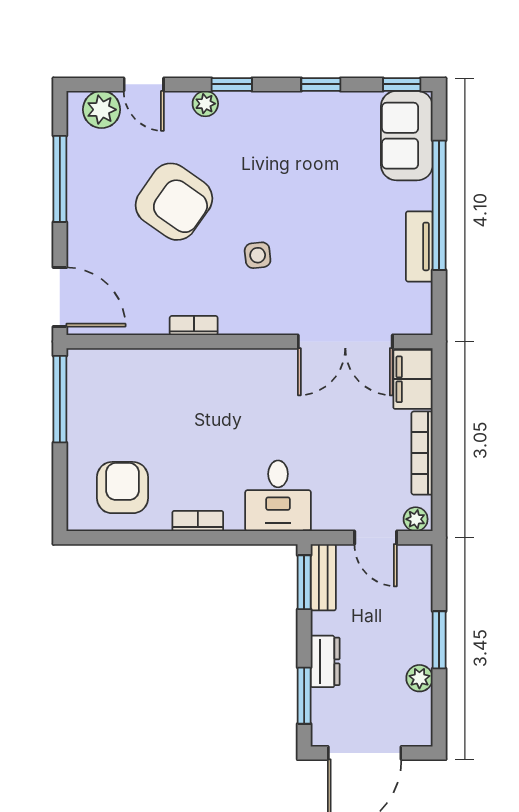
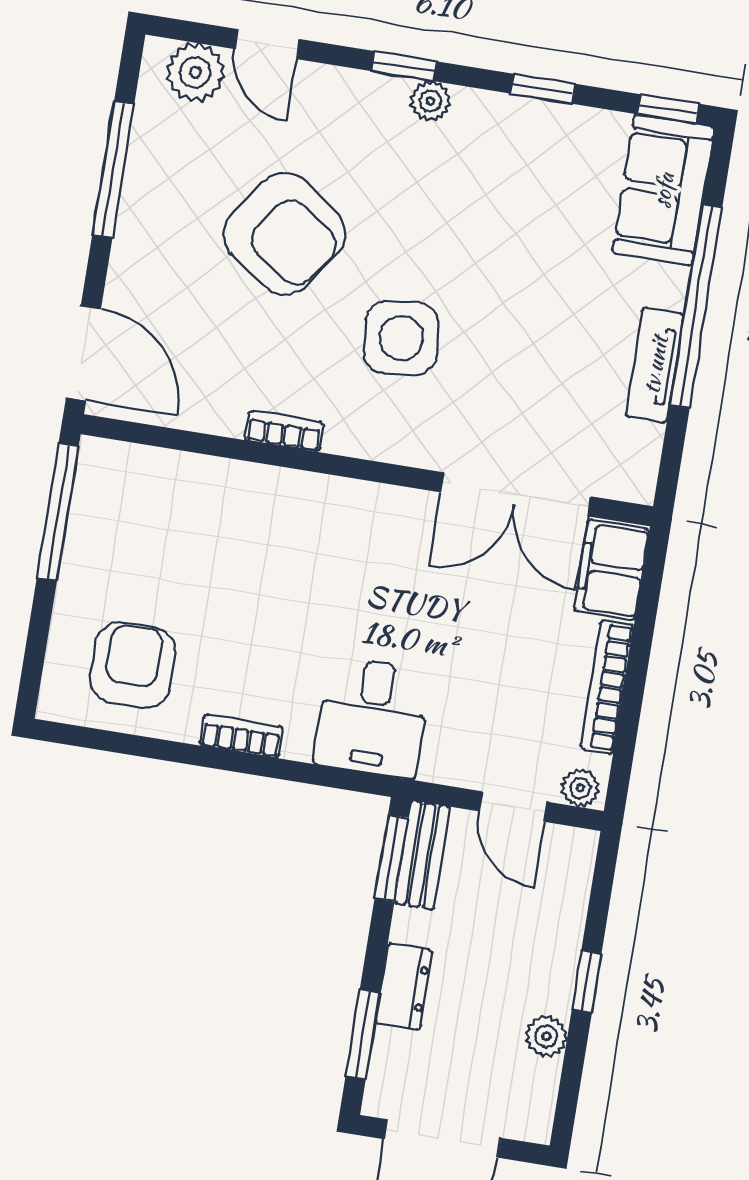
plant: (205, 104) -> (430, 101), moved
side table: (258, 255) -> (401, 338), width x1.87, depth x1.87
window: (439, 640) -> (587, 982), width x0.67

